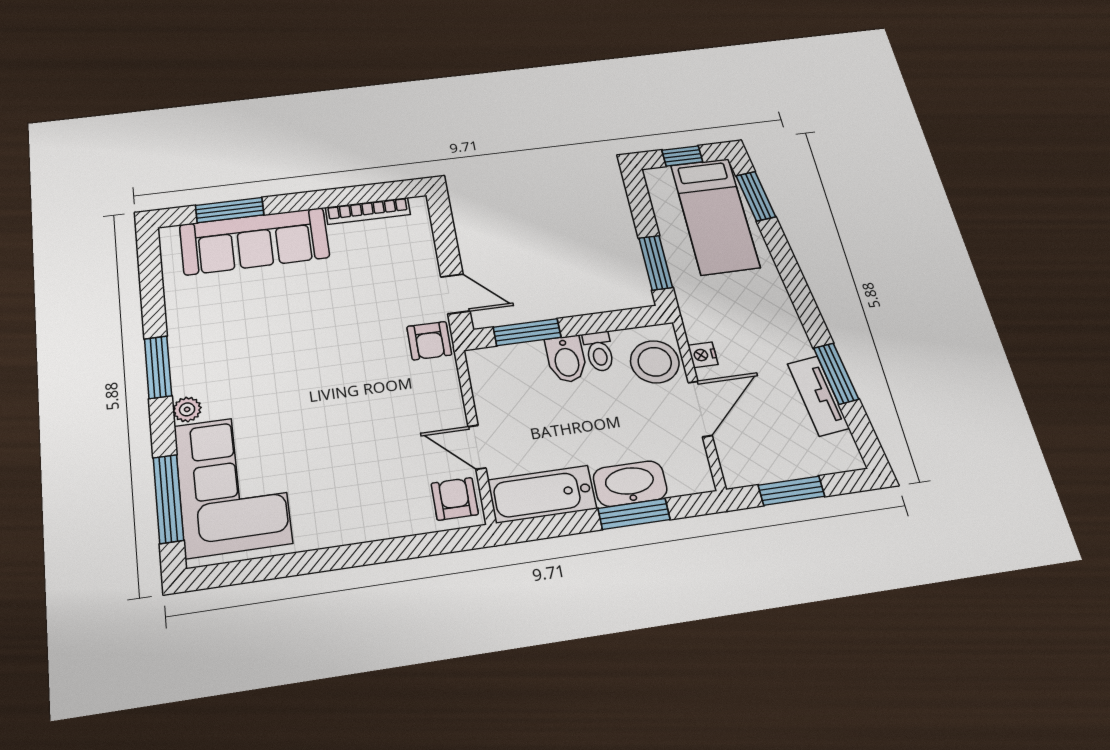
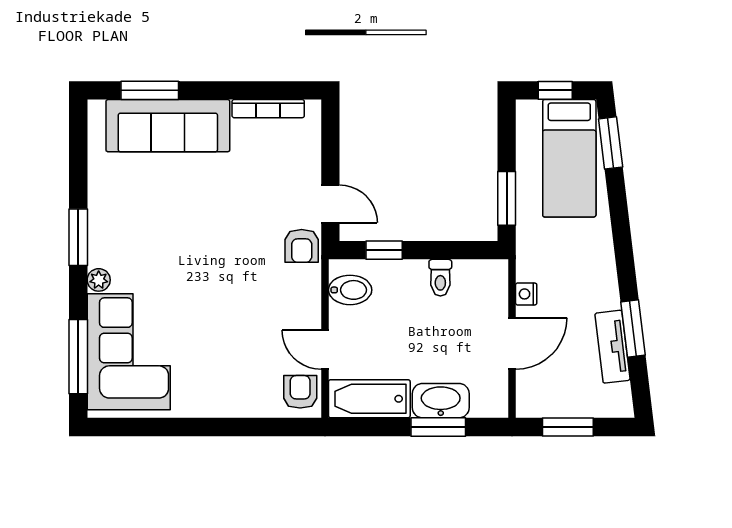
window: (527, 332) -> (384, 250), width x0.67
bidet: (566, 359) -> (350, 290), moved, turned -90
stool: (655, 362) -> (485, 294), removed

